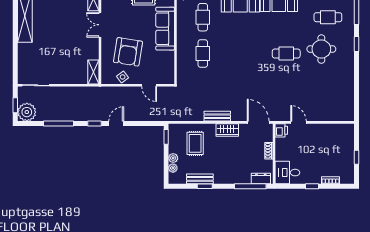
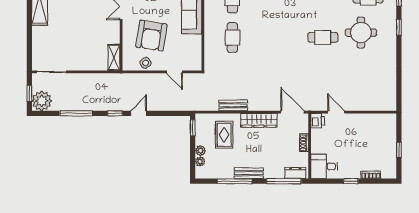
bench: (217, 116) -> (233, 105), moved
wardrobe: (227, 130) -> (259, 120), width x1.50
bench: (200, 179) -> (249, 173), moved
window: (205, 186) -> (235, 181), width x2.17

